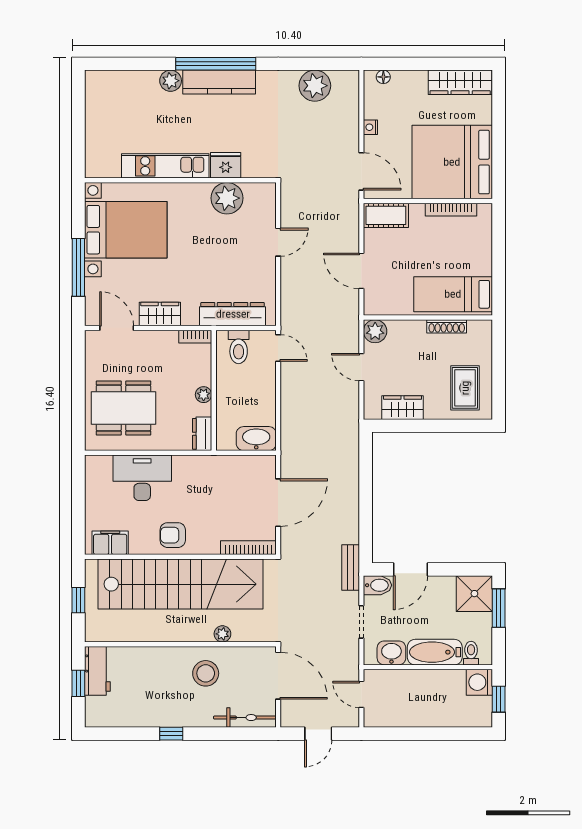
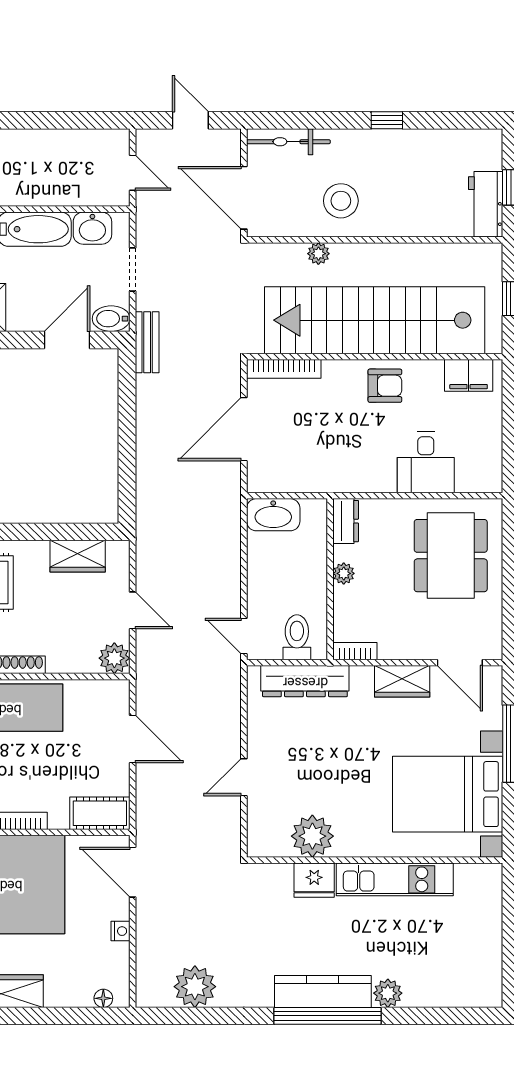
dining table: (123, 408) -> (451, 556), turned 90
desk: (142, 478) -> (426, 462), width x0.73
door: (318, 734) -> (190, 120), hinge flipped

